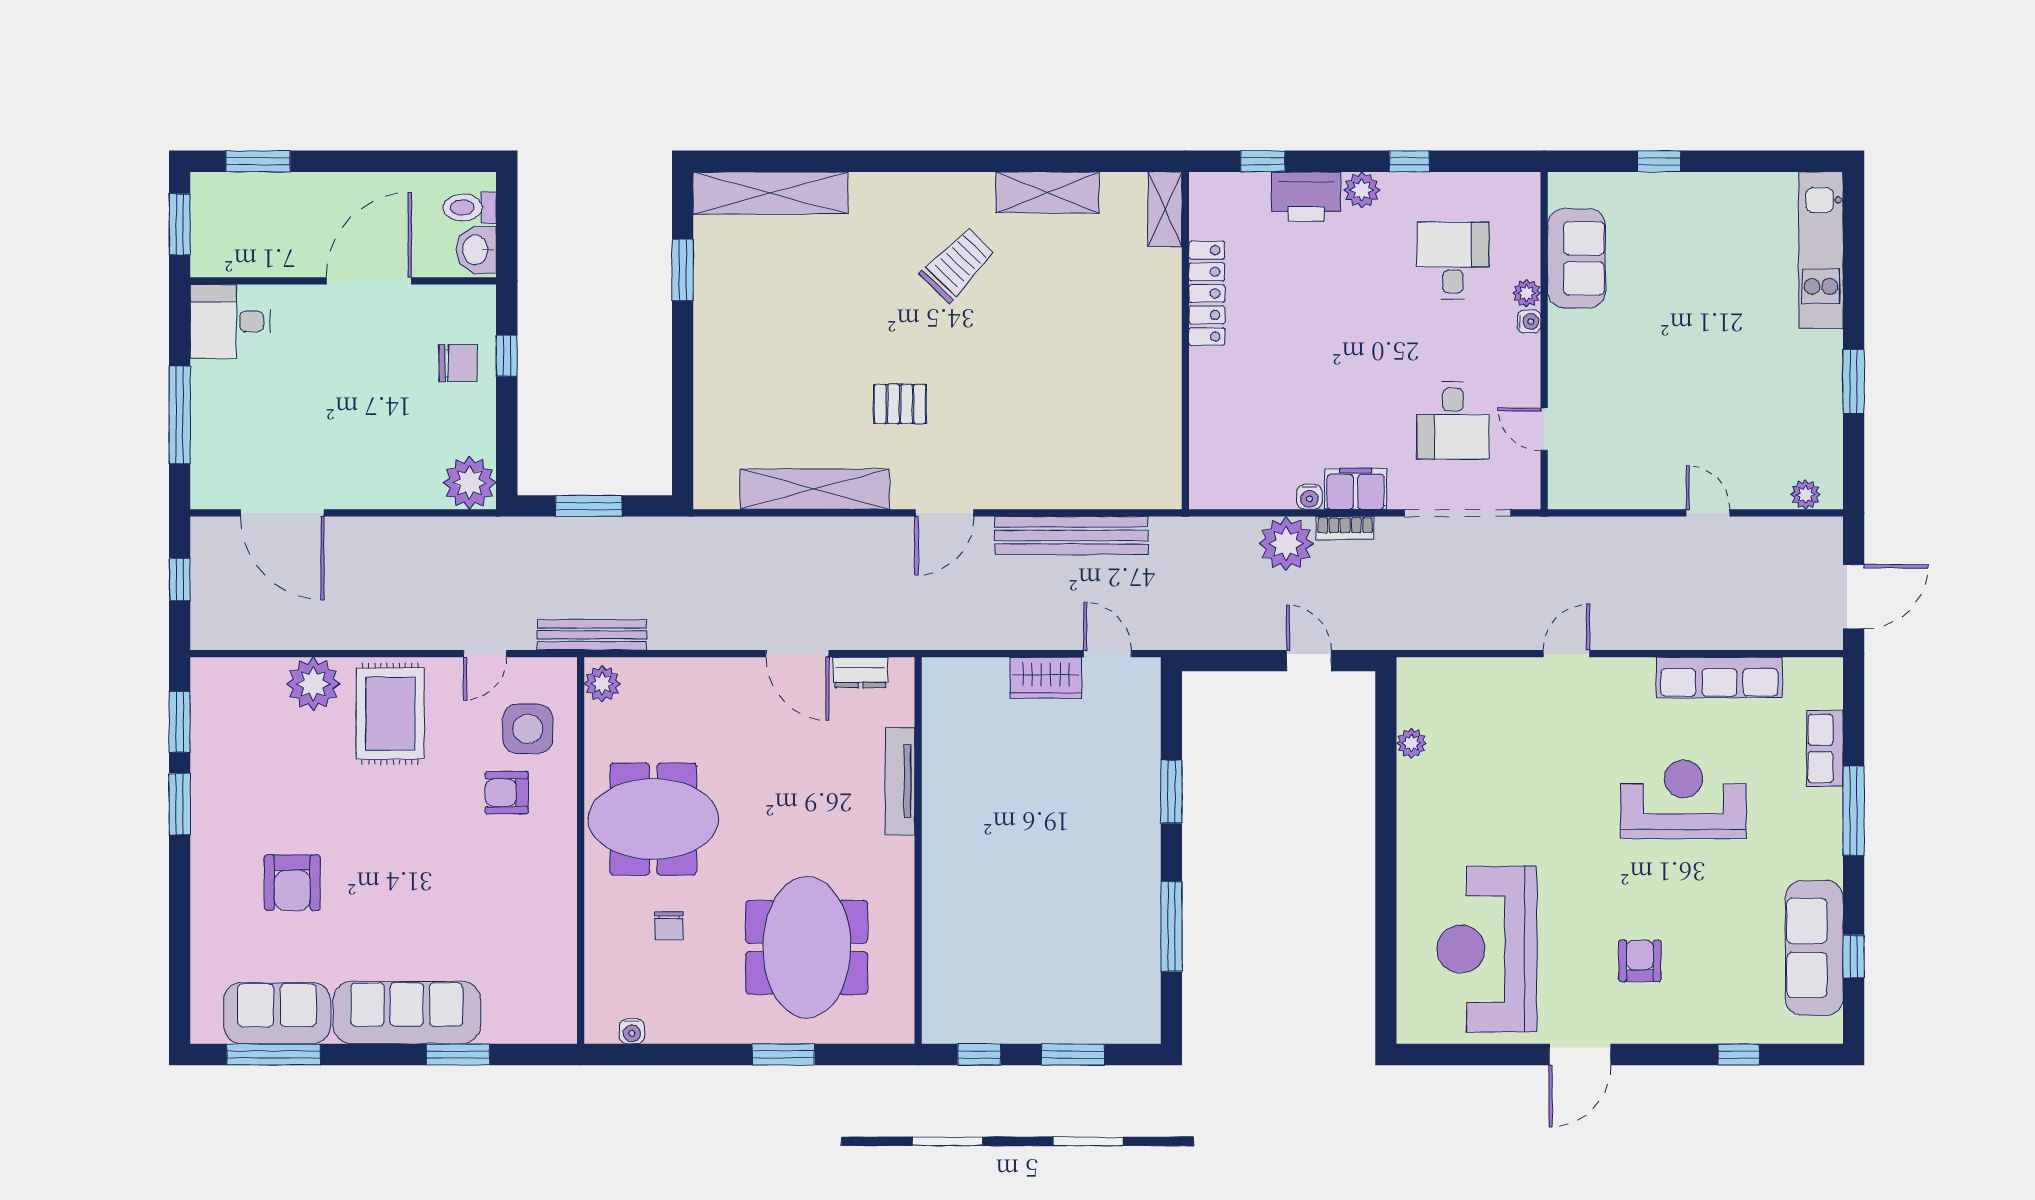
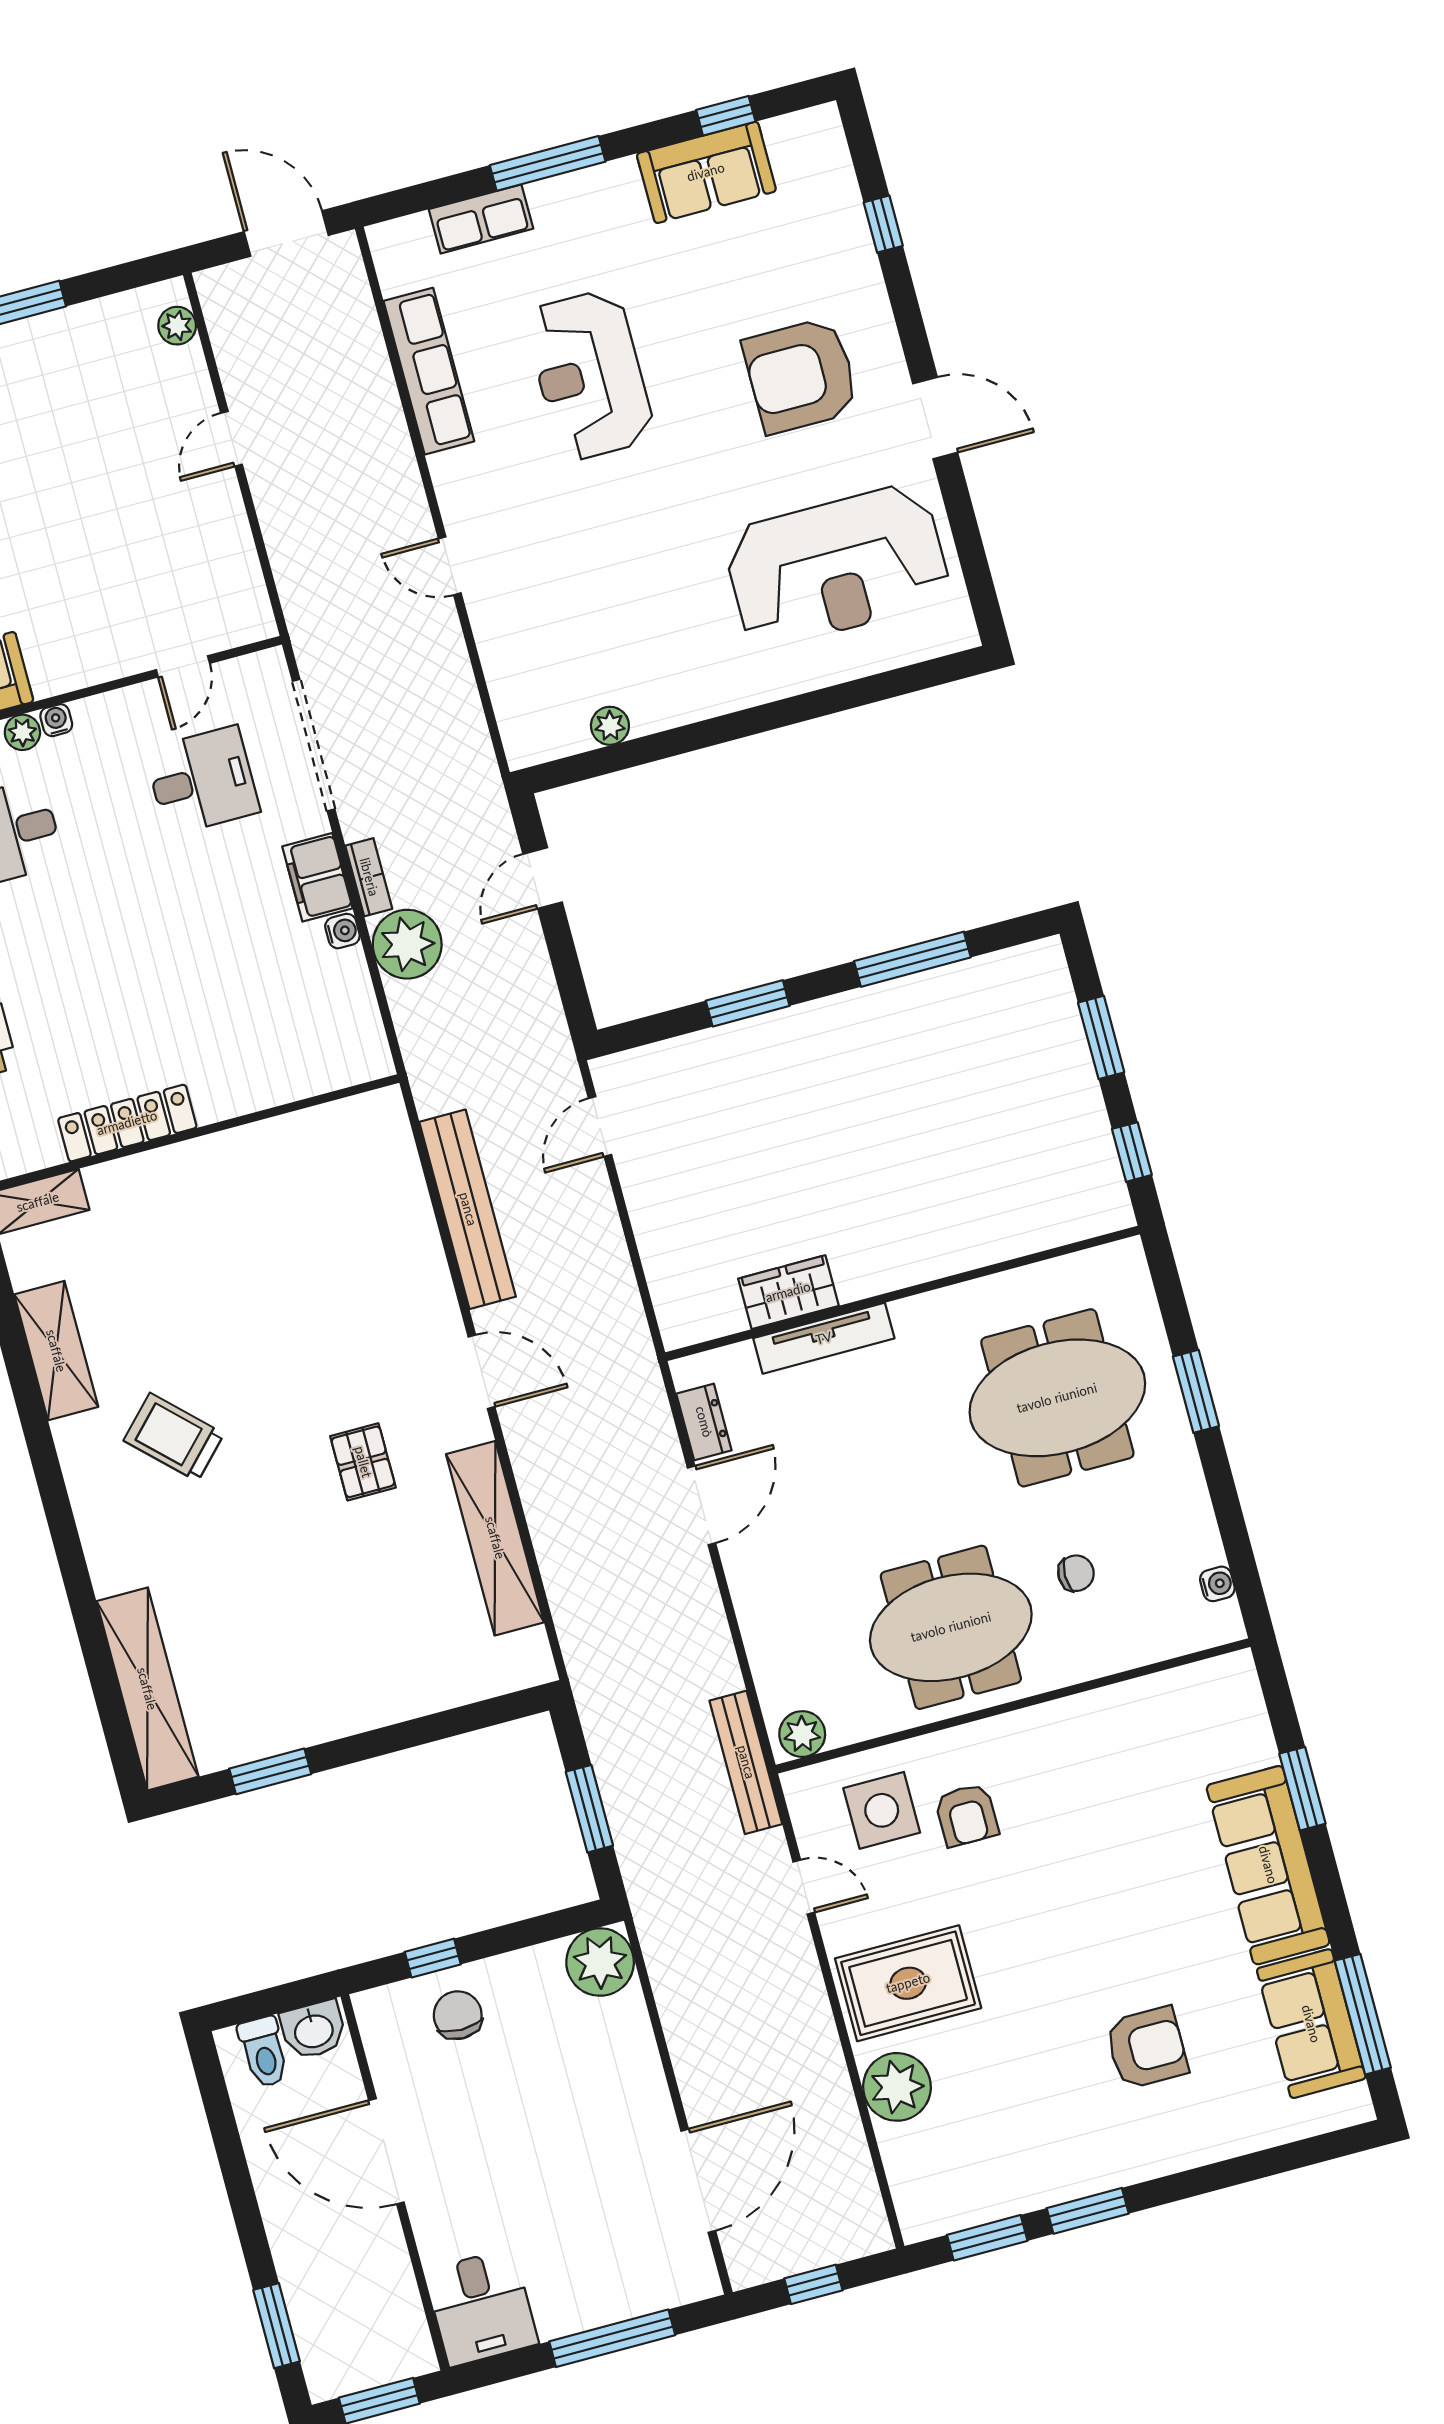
wardrobe: (1046, 678) -> (788, 1292), moved, turned -90
meeting table: (653, 819) -> (951, 1627), turned 90
sofa: (1814, 948) -> (706, 172), width x0.73
armchair: (1640, 961) -> (801, 375), width x1.88, depth x1.88

